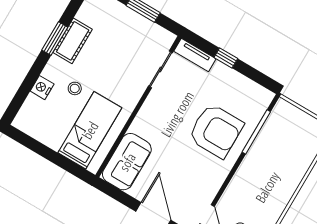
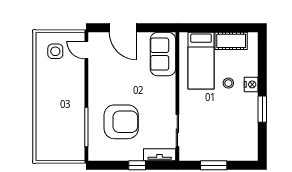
cot: (73, 41) -> (231, 41), moved, turned 90
nightstand: (42, 88) -> (251, 84), moved
armchair: (216, 131) -> (121, 122), moved, turned 180

